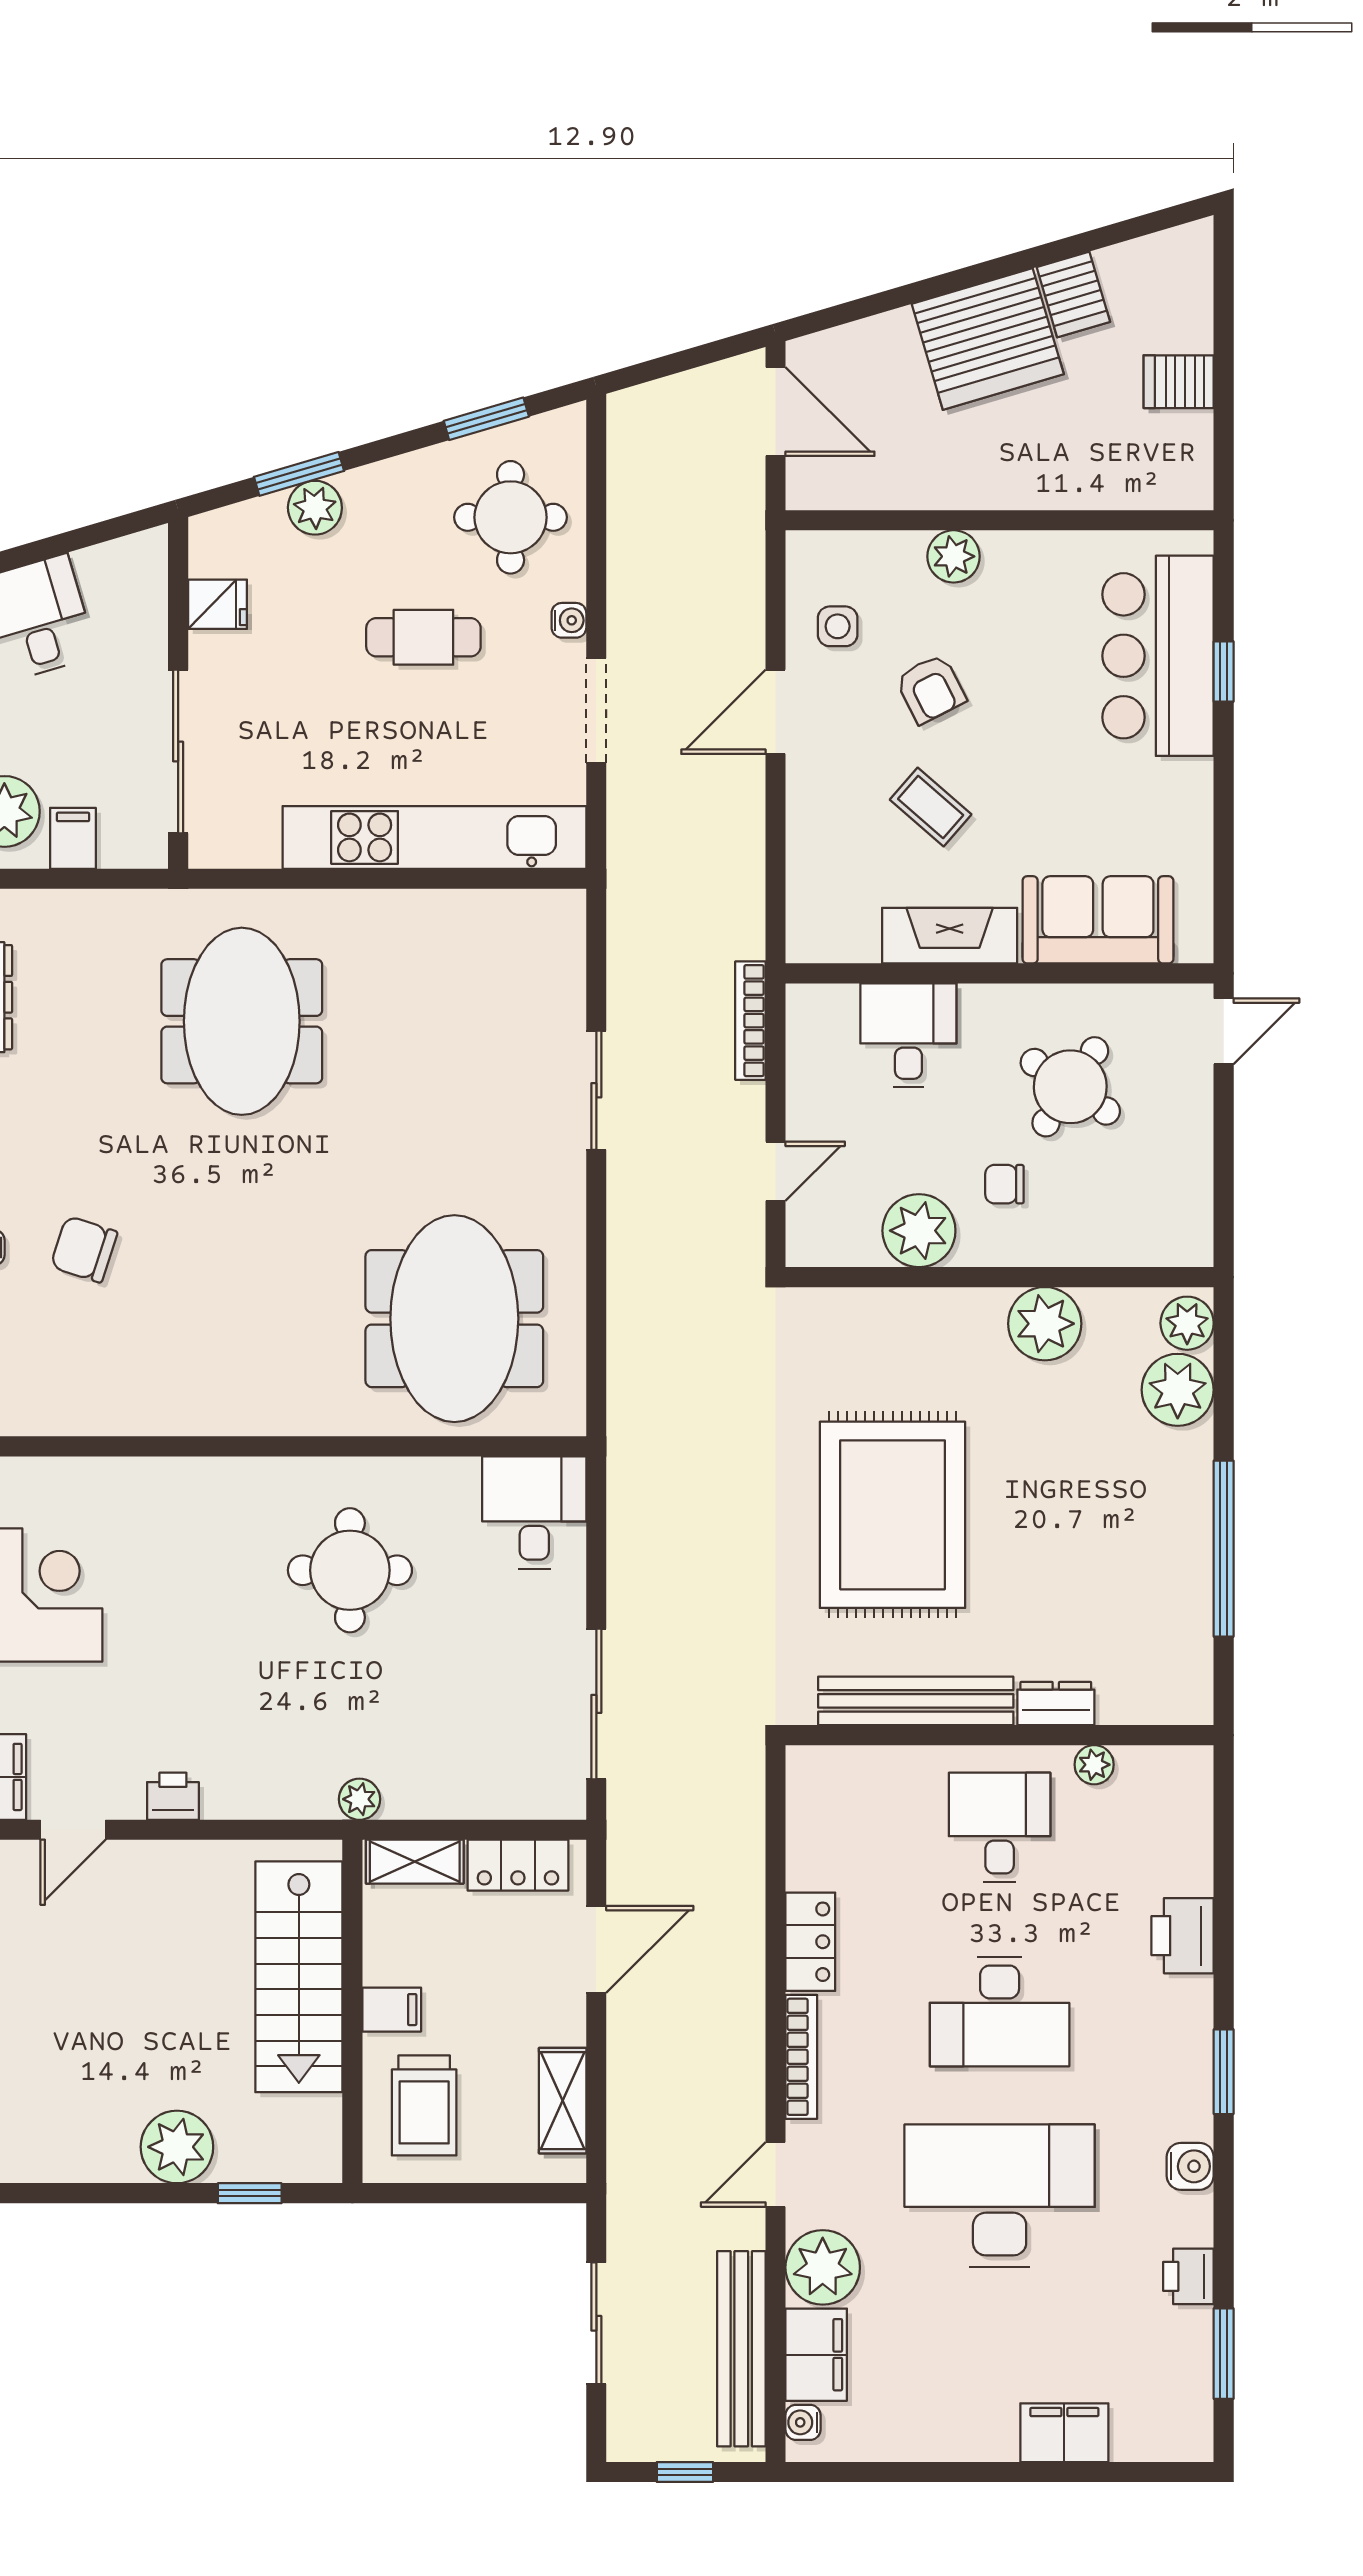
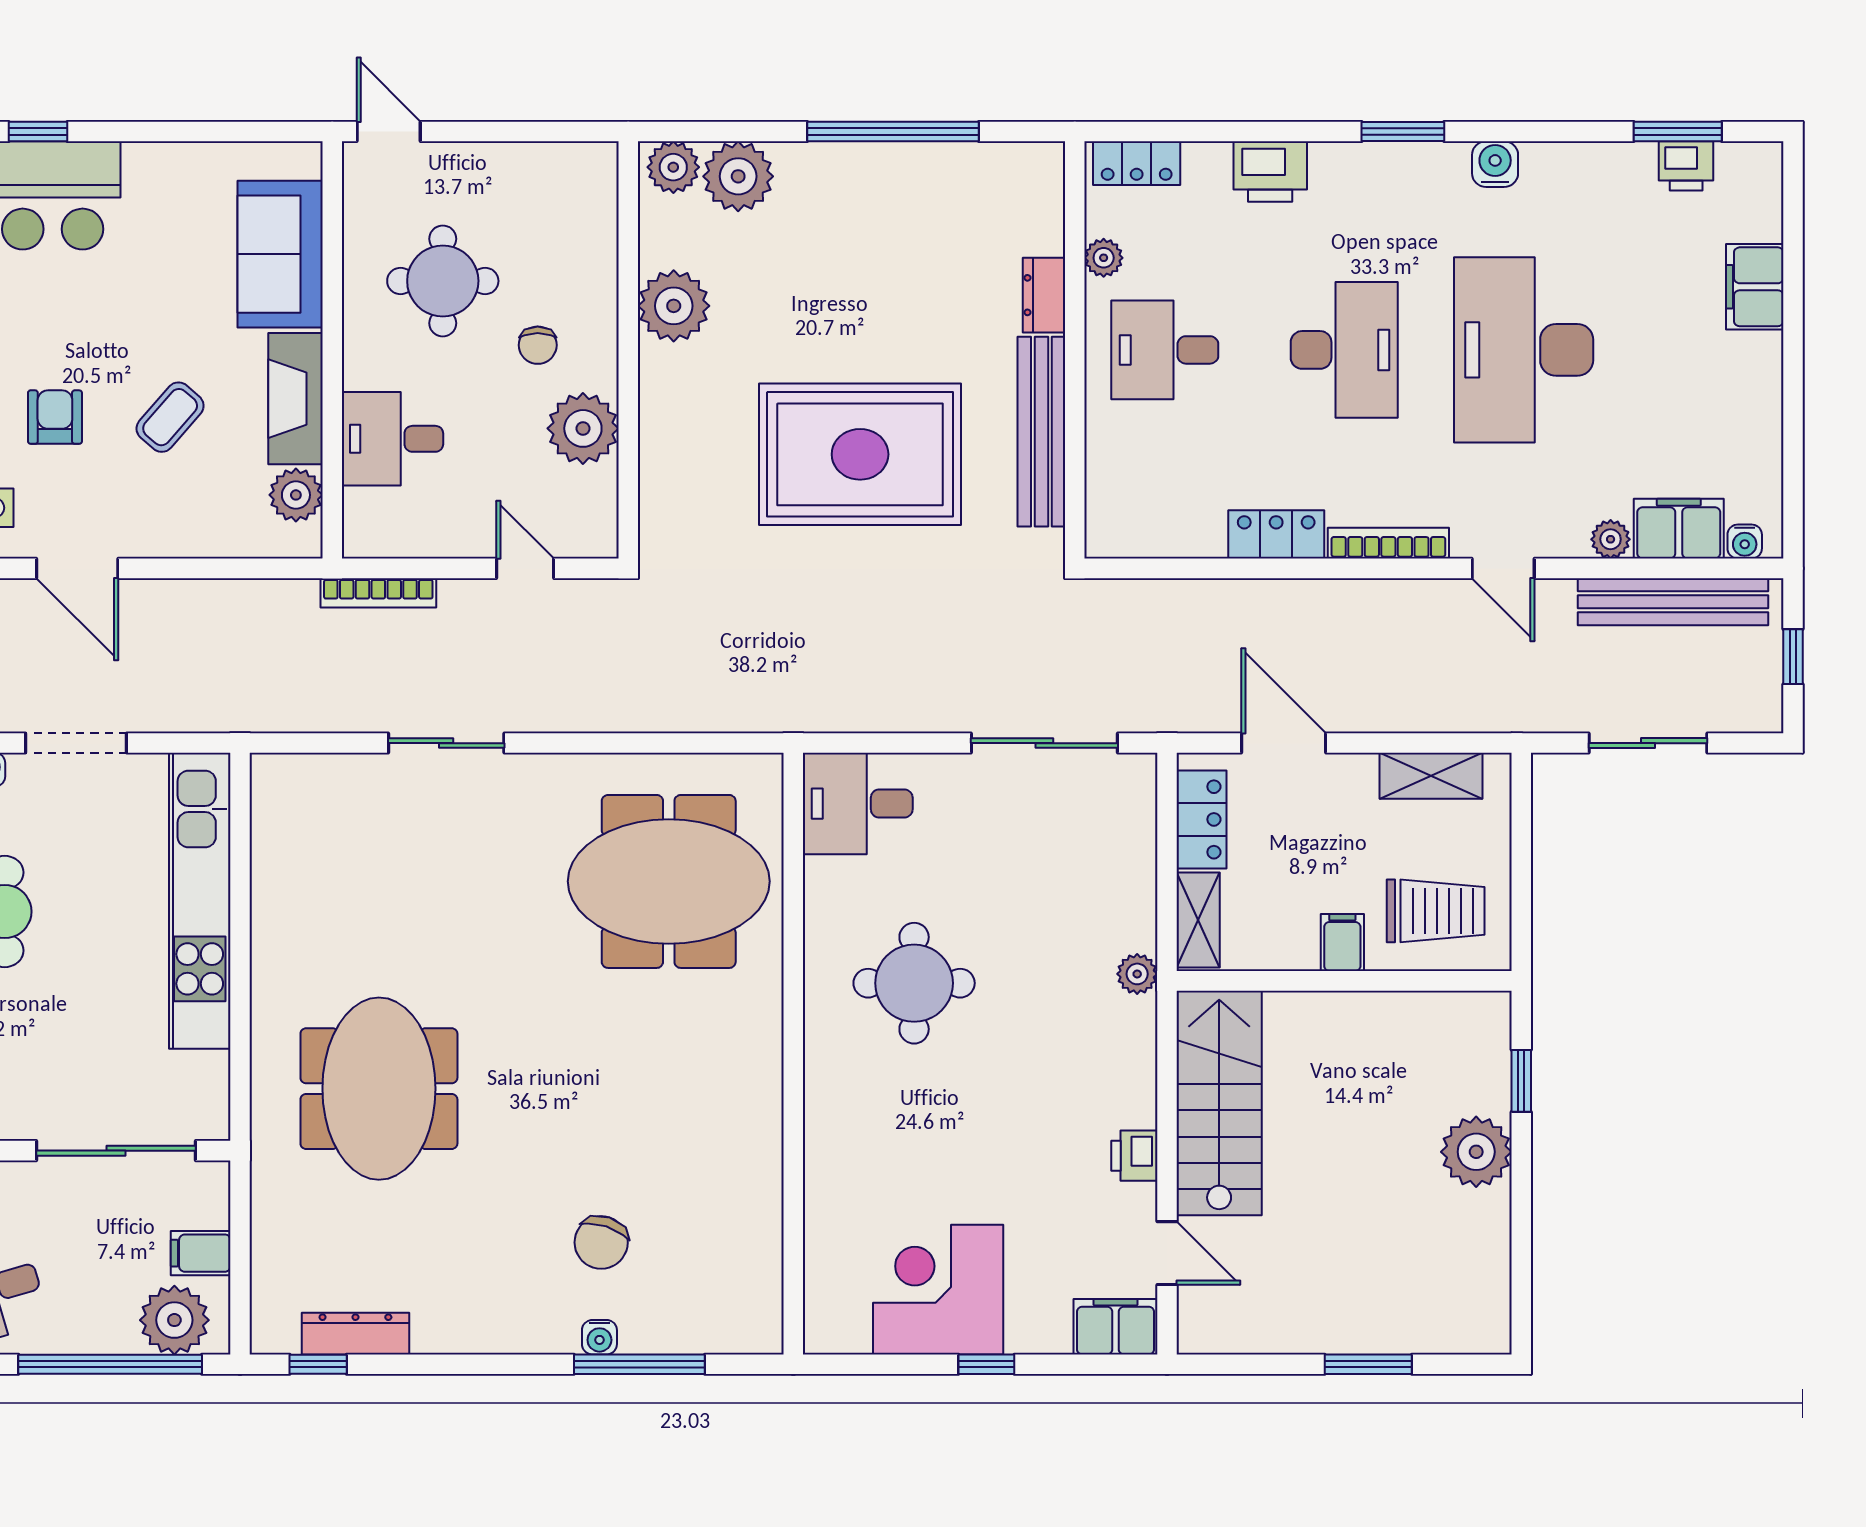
armchair: (931, 689) -> (55, 417), turned -63
plant: (851, 936) -> (296, 495), added
meeting table: (242, 1021) -> (379, 1089), turned 90
round table: (1070, 1087) -> (443, 281), turned -34
locker: (1191, 1799) -> (1137, 163), added
stairs: (299, 1977) -> (1219, 1103), moved, turned -90
plant: (823, 2267) -> (1611, 539), width x0.53, depth x0.53
printer: (1188, 2276) -> (1686, 166), moved

